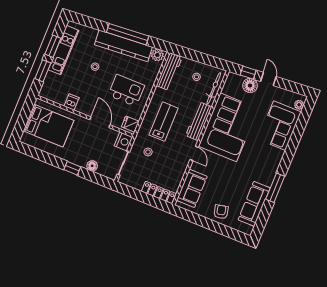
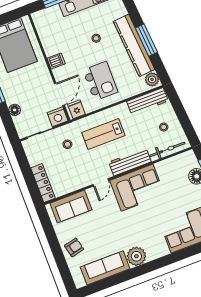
window: (128, 34) -> (146, 40), width x0.68
dishwasher: (72, 102) -> (56, 61), moved
door: (100, 122) -> (59, 94), moved
lab bench: (164, 122) -> (103, 134), turned 180
corner sofa: (228, 127) -> (137, 188), width x0.73, depth x0.74
plant: (266, 176) -> (136, 256), added
window: (275, 188) -> (134, 273), removed

